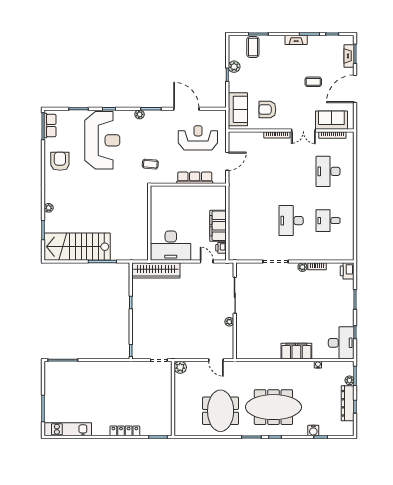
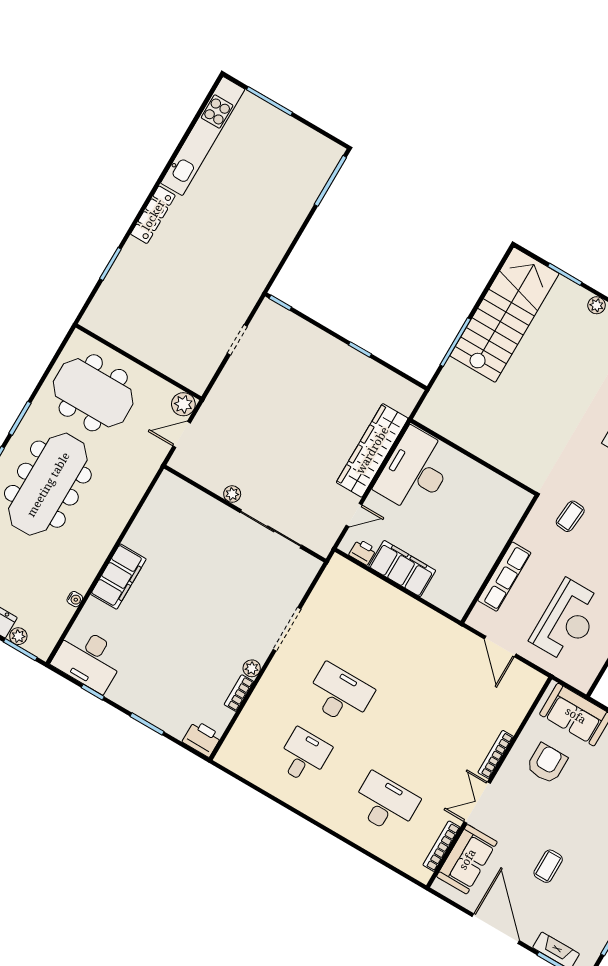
wardrobe: (156, 270) -> (372, 450), moved
plant: (180, 367) -> (183, 404), moved
wall: (173, 399) -> (139, 362), moved
kitchen unit: (68, 429) -> (203, 136), width x1.36

